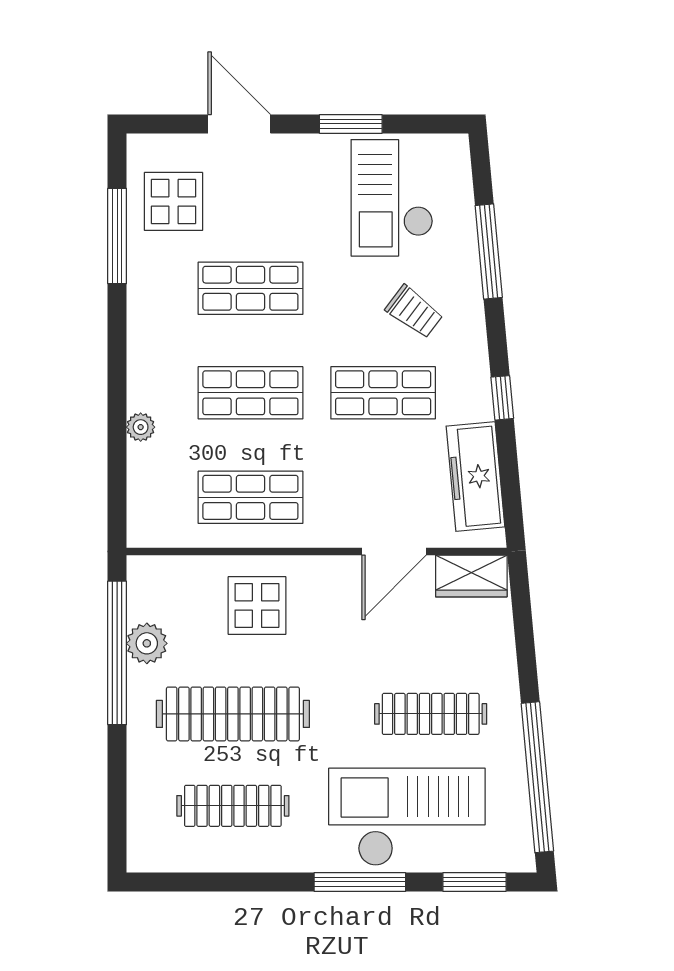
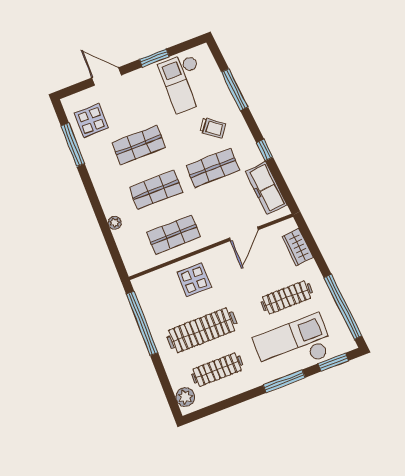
wardrobe: (471, 576) -> (298, 247), moved, turned 85
plant: (147, 643) -> (185, 397), moved

